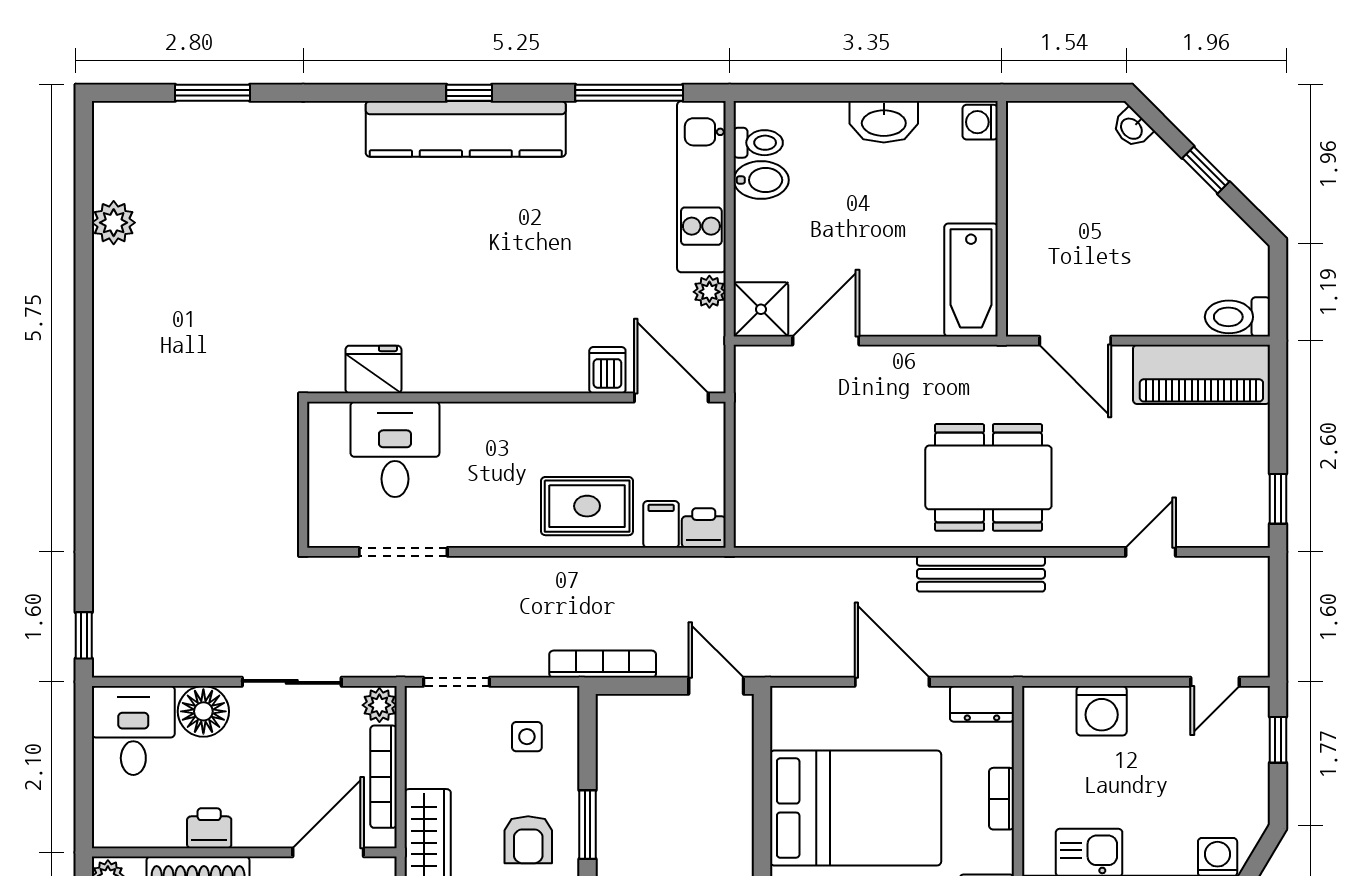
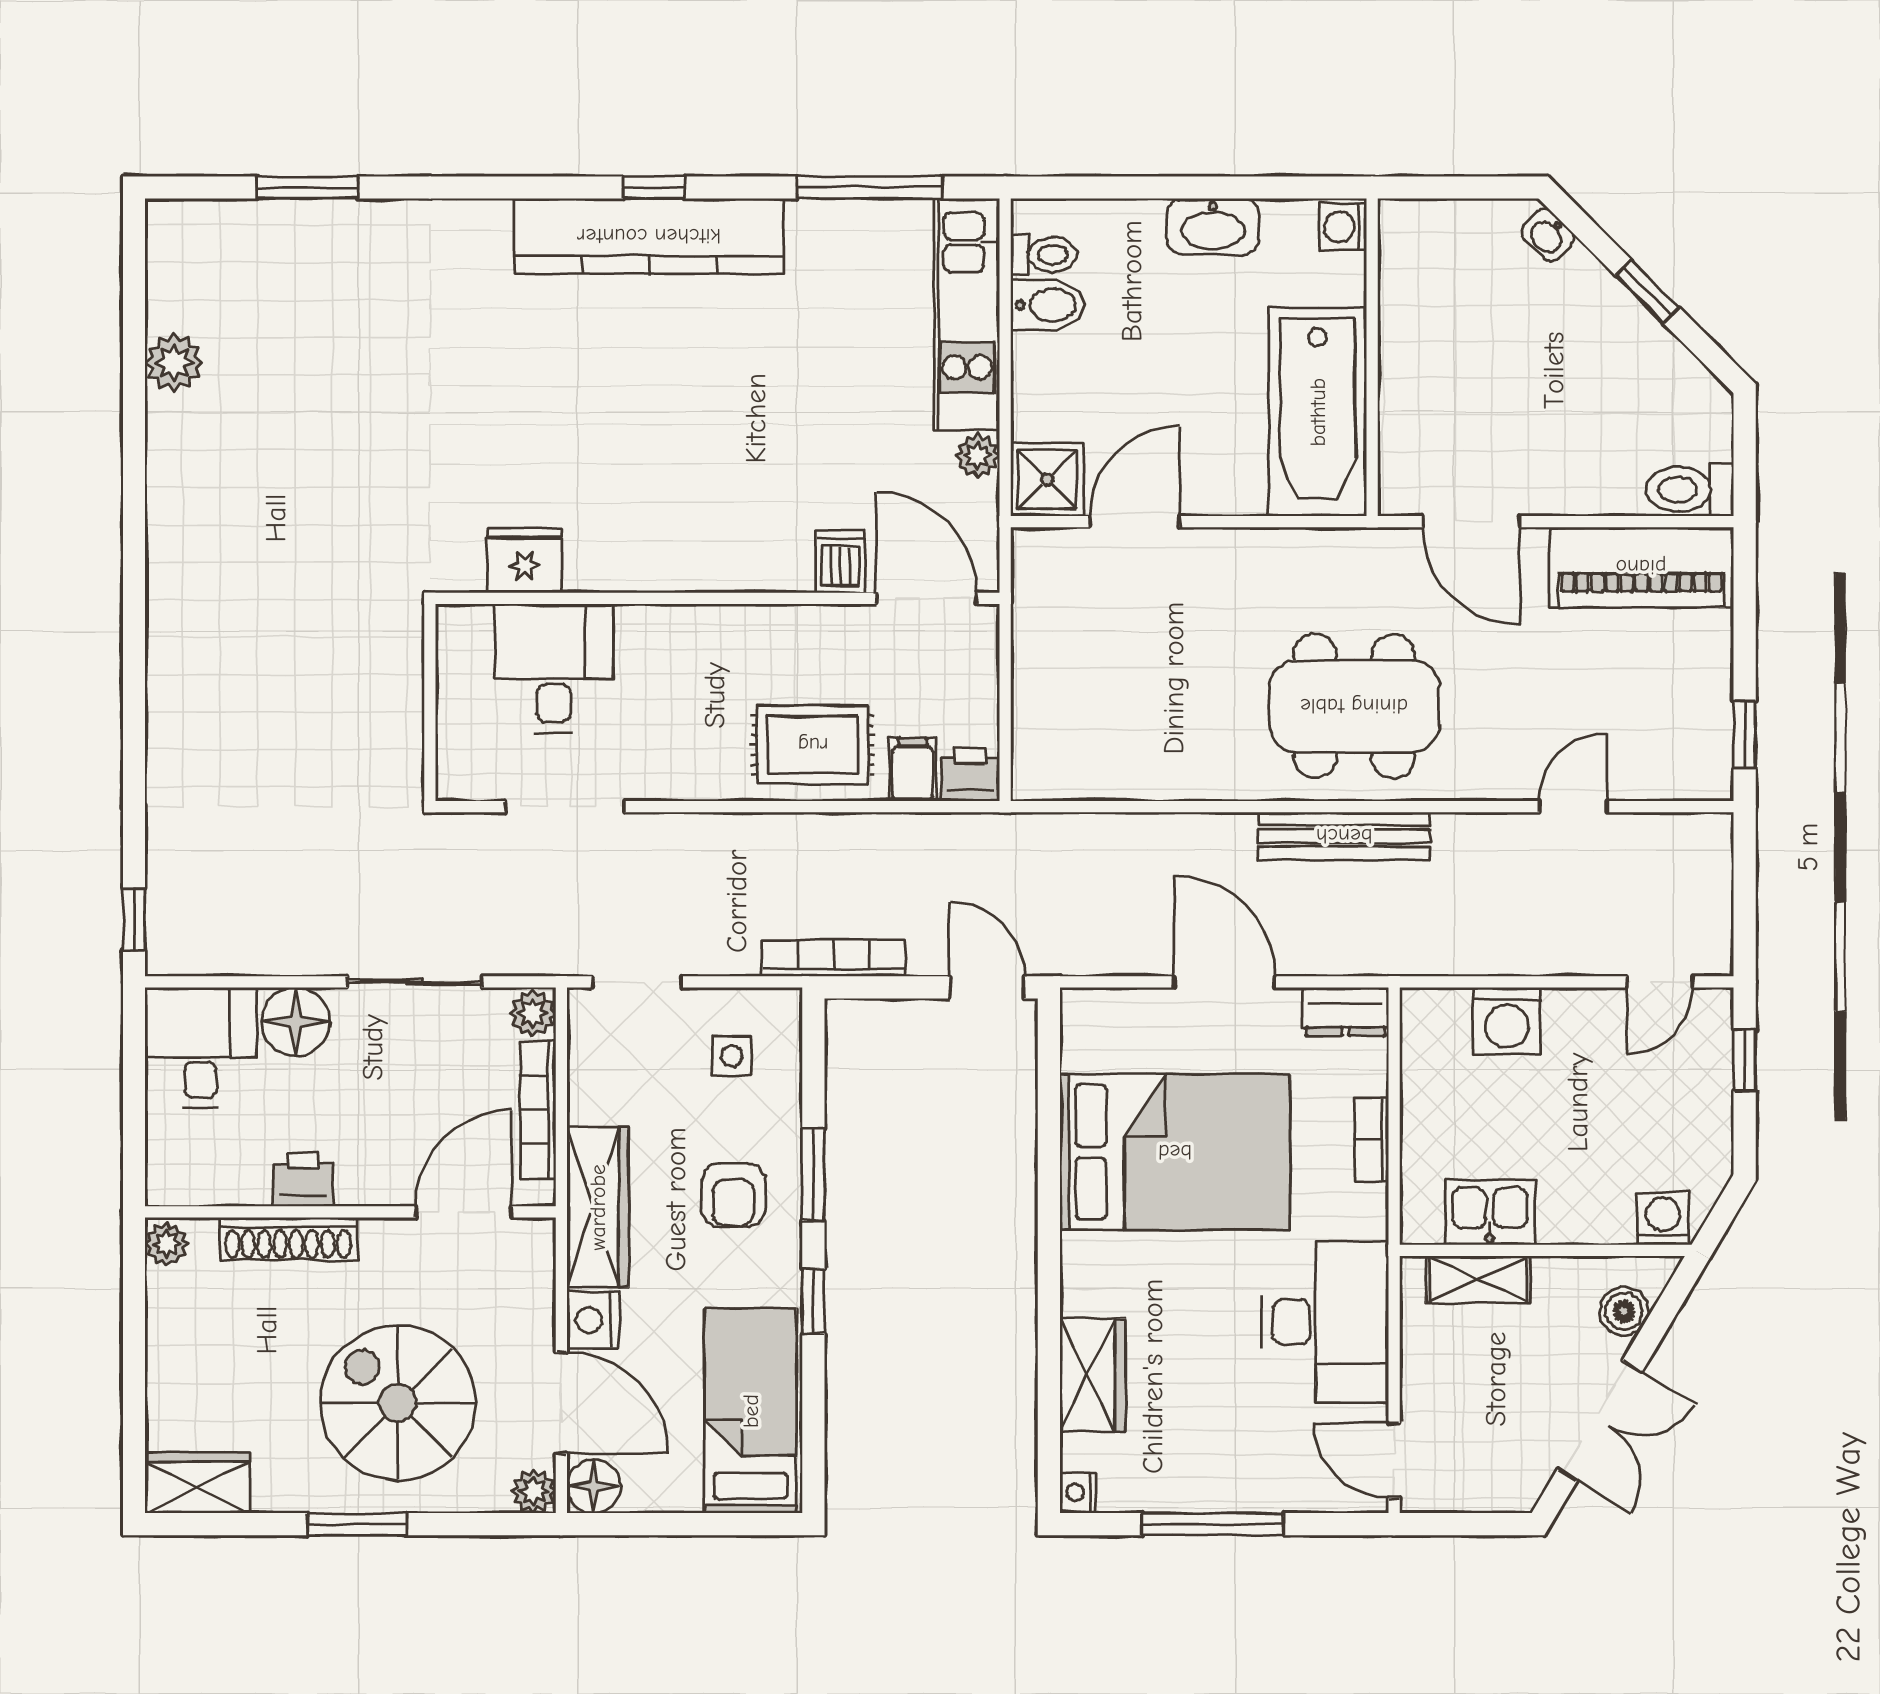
bathtub: (971, 280) -> (1318, 412), width x1.36, depth x1.36

